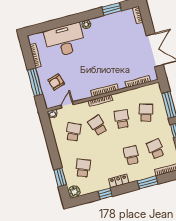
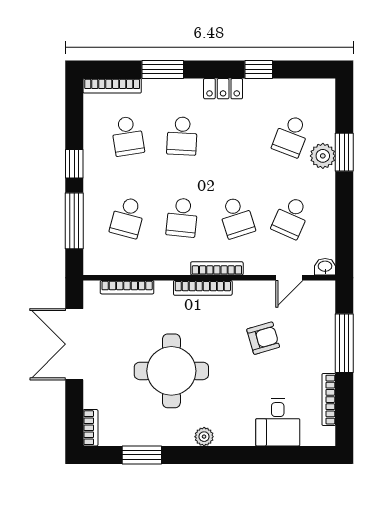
desk: (65, 40) -> (278, 422), width x0.53, depth x0.77
round table: (109, 50) -> (171, 371), added
armchair: (56, 82) -> (263, 338), moved
window: (60, 177) -> (344, 152), moved
plant: (74, 192) -> (323, 156), moved

